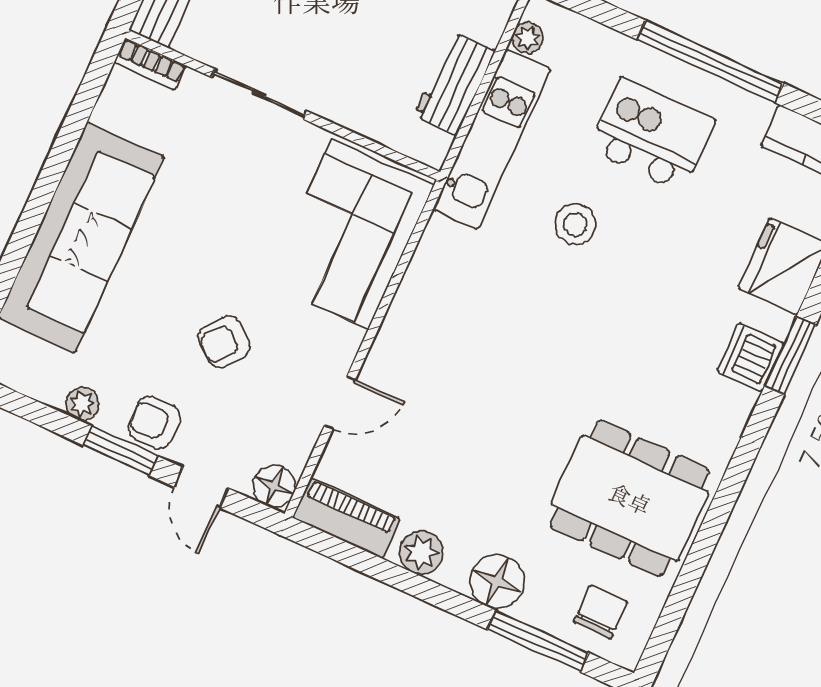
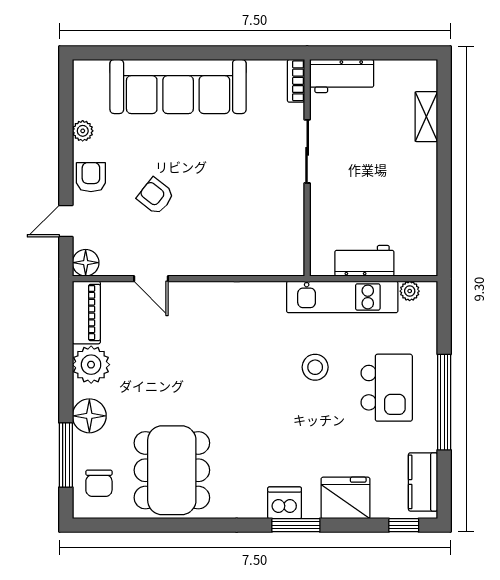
corner sofa: (350, 234) -> (251, 240), removed
window: (120, 451) -> (66, 165), removed
plant: (421, 553) -> (91, 365), width x1.36, depth x1.36
chair: (601, 612) -> (99, 483), turned 90

